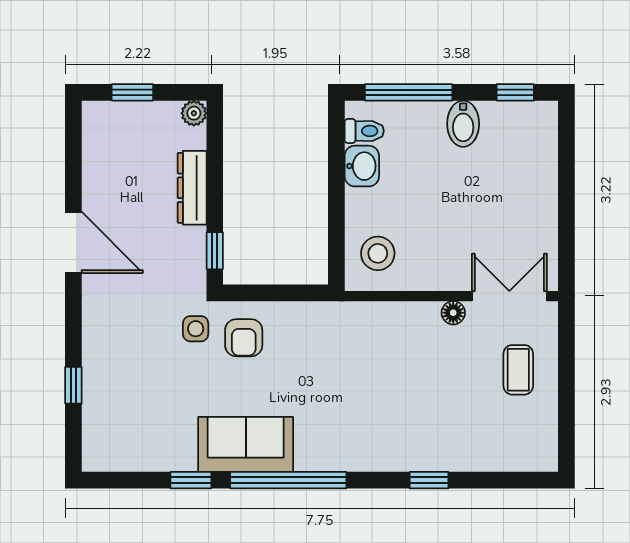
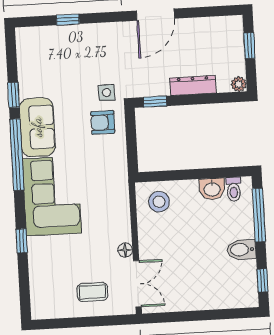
corner sofa: (359, 427) -> (52, 196), added

